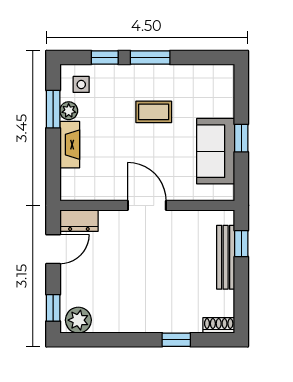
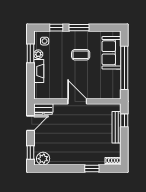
window: (241, 138) -> (124, 68), width x3.17
sofa: (216, 151) -> (112, 53), moved

